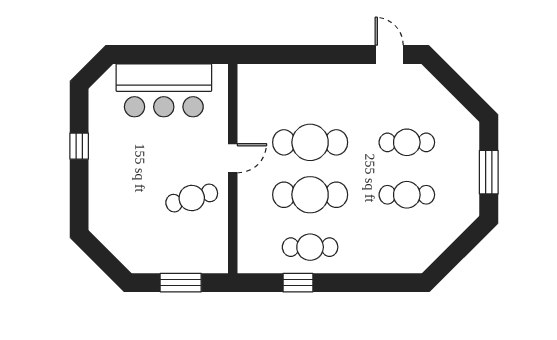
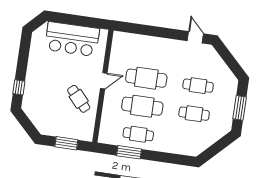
window: (79, 146) -> (19, 87), moved
cafe table: (192, 198) -> (79, 99), turned 64
window: (298, 283) -> (129, 152), width x1.50

